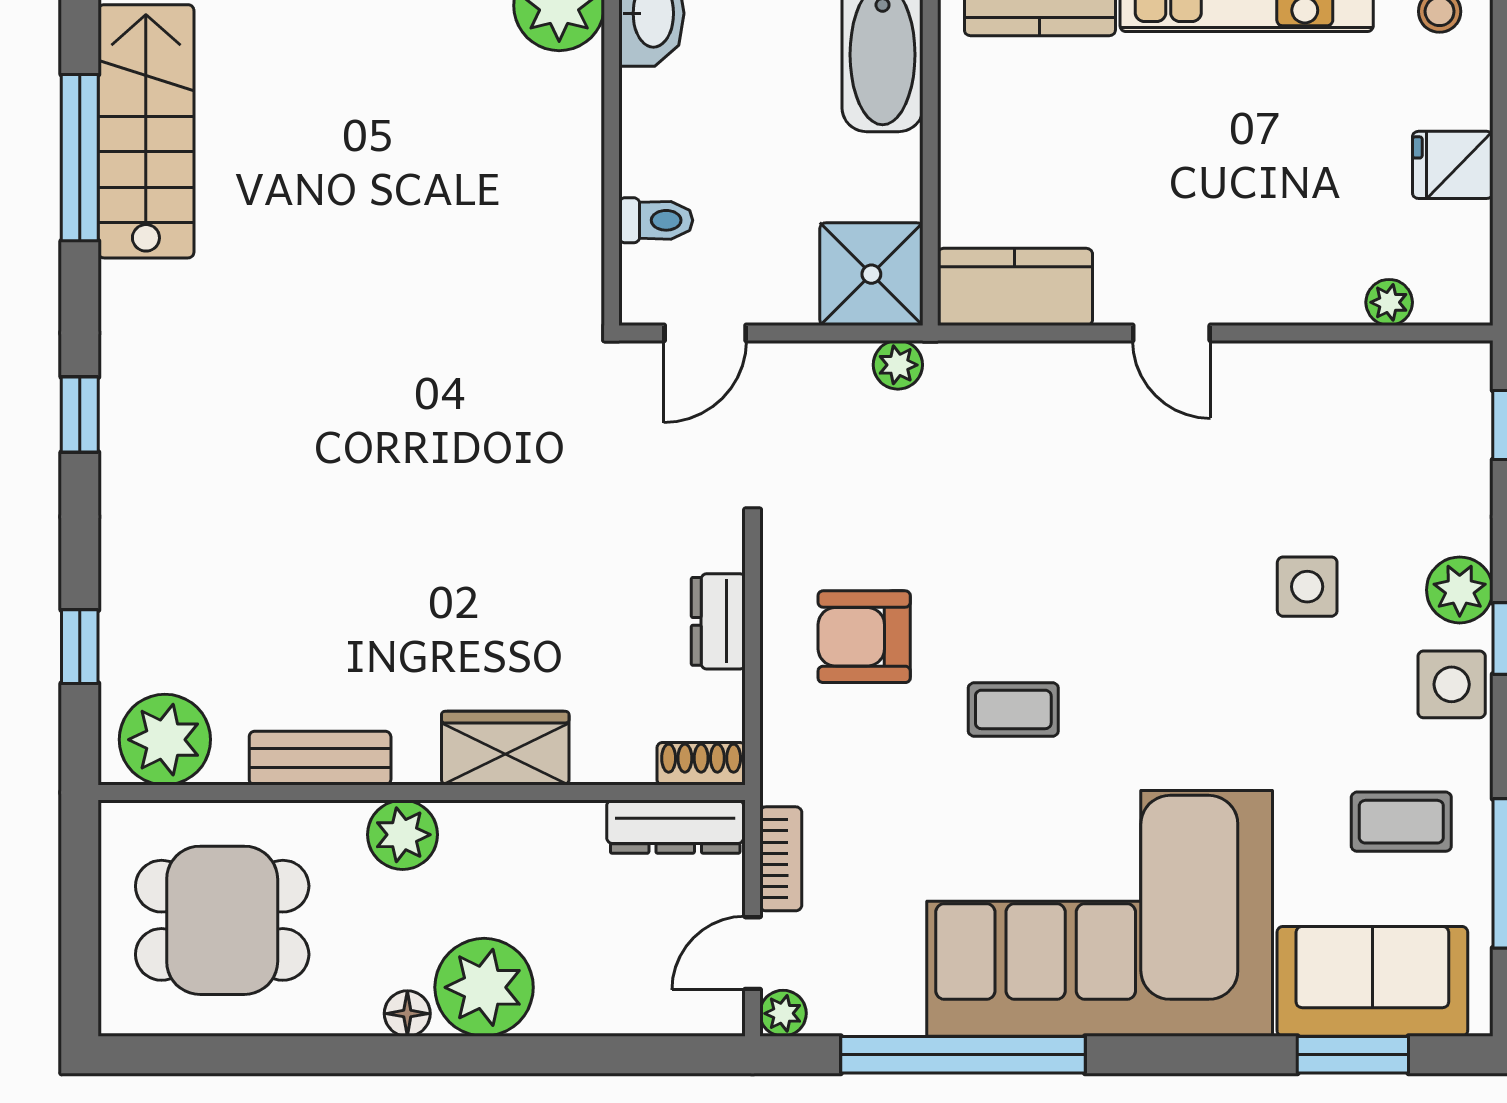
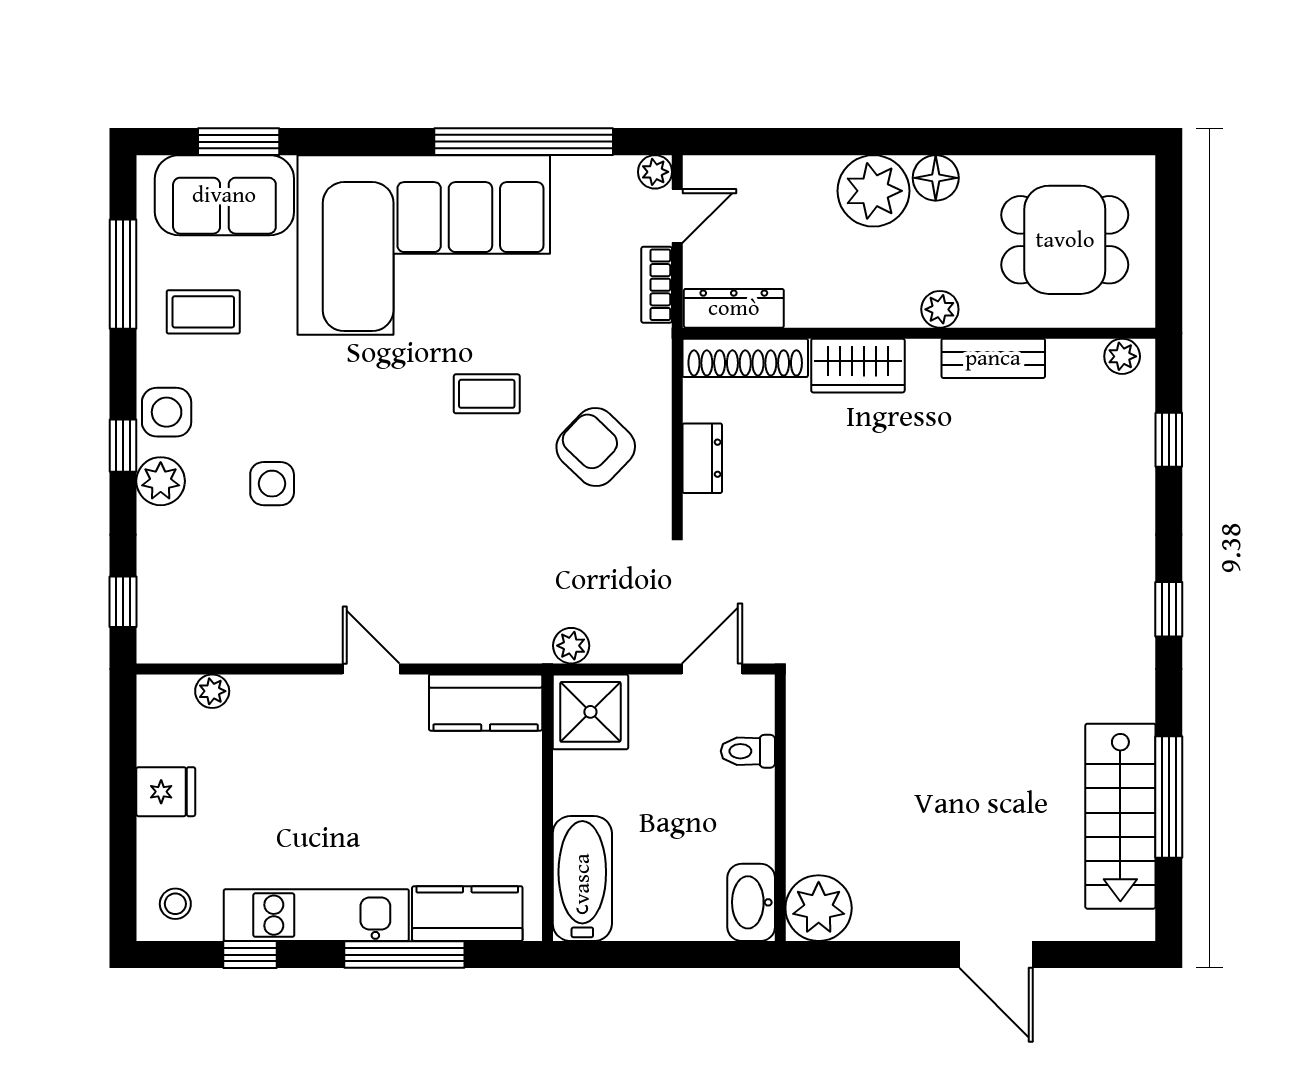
armchair: (864, 637) -> (596, 447), turned -136
plant: (165, 740) -> (1122, 356), width x0.53, depth x0.53
shoe rack: (701, 764) -> (745, 358), width x1.94, depth x1.24
plant: (403, 835) -> (940, 309), width x0.73, depth x0.73
floor lamp: (407, 1014) -> (936, 178), width x1.37, depth x1.37

